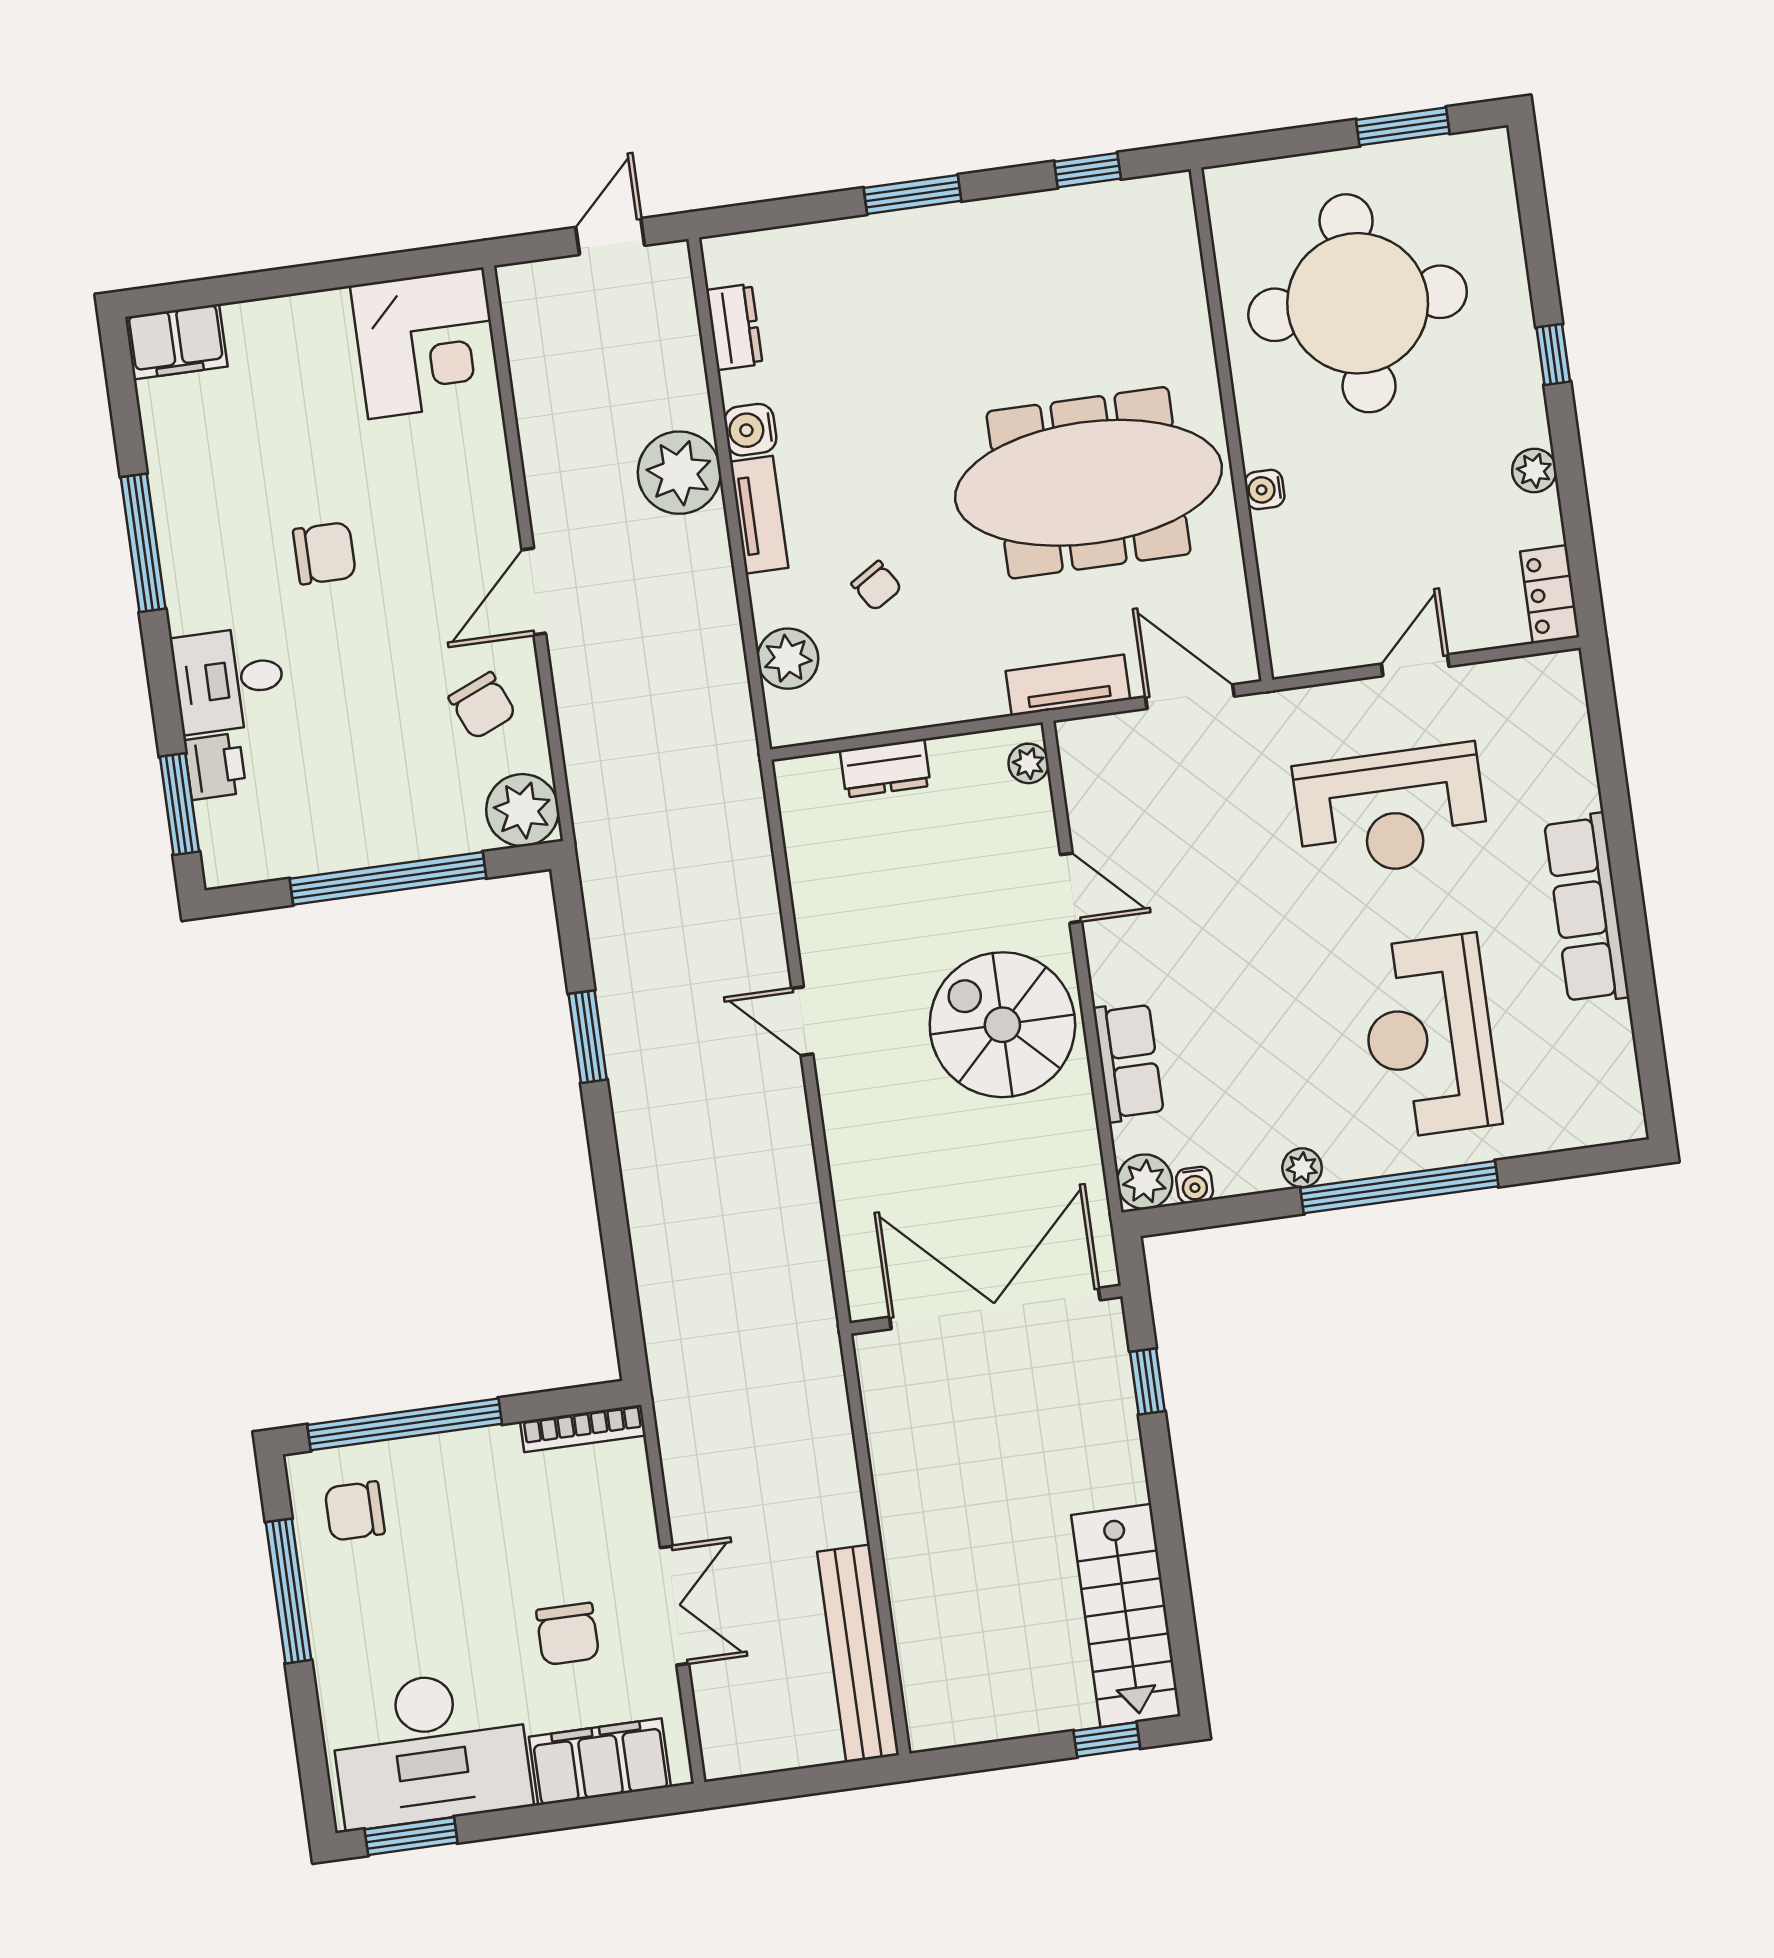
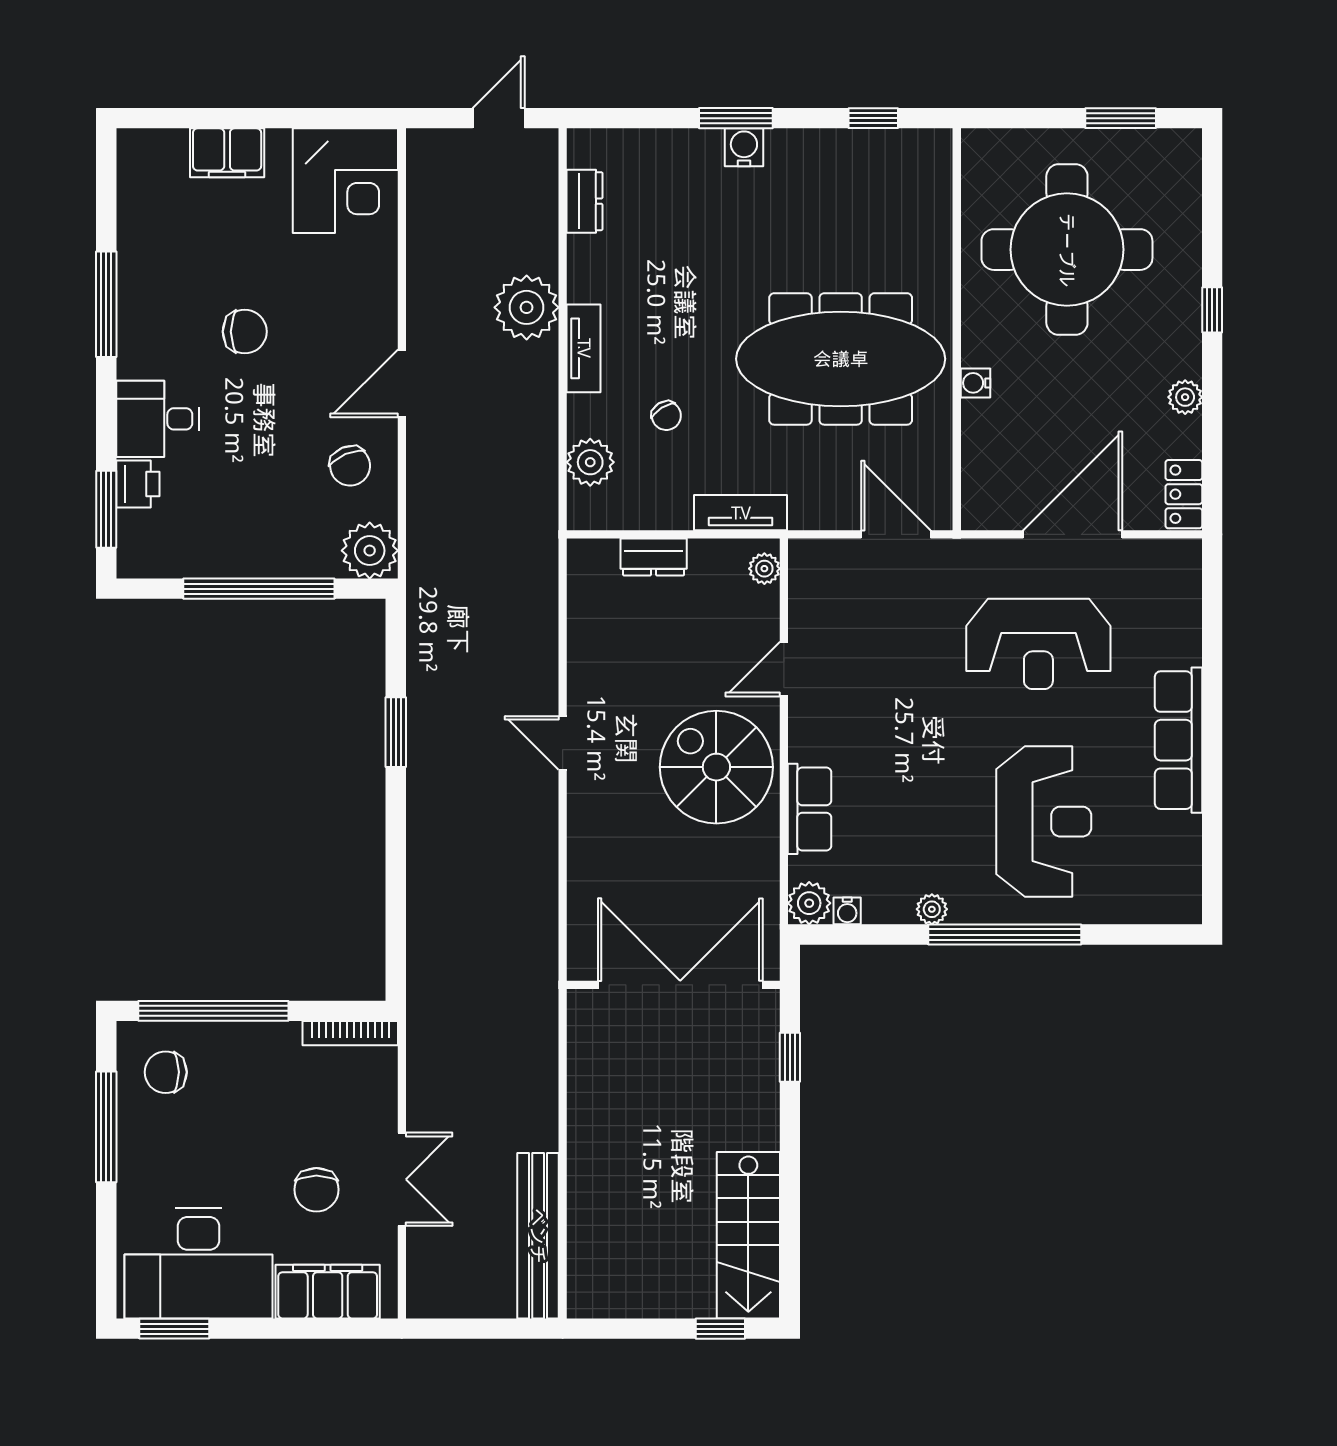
filing cabinet: (176, 342) -> (227, 153), moved
water cooler: (750, 430) -> (744, 147), moved, turned 90
door: (1415, 665) -> (1073, 534), width x1.88
tv unit: (1068, 685) -> (741, 513), moved
door: (1071, 888) -> (784, 669), swing flipped
reception desk: (1429, 1036) -> (1044, 822), turned 180

